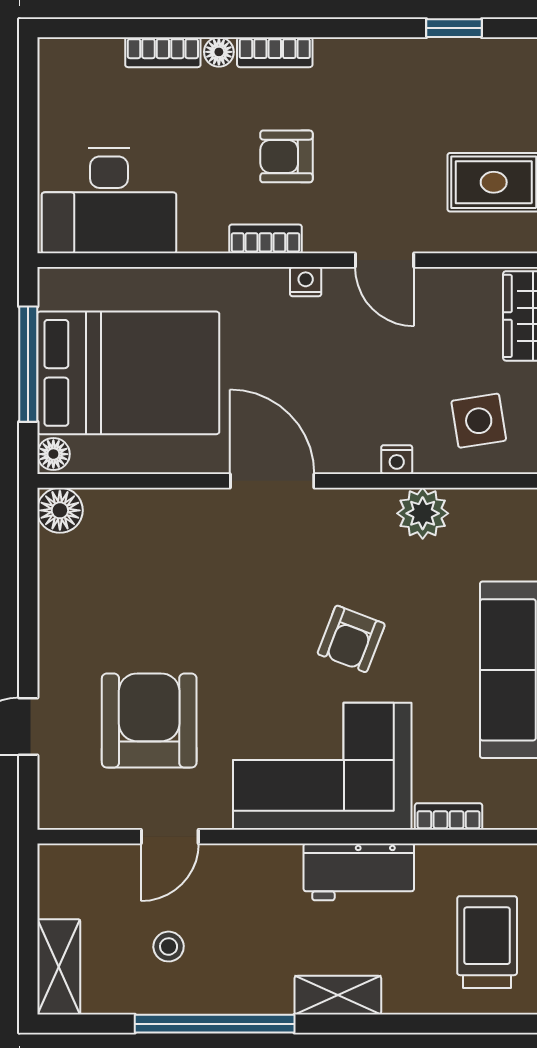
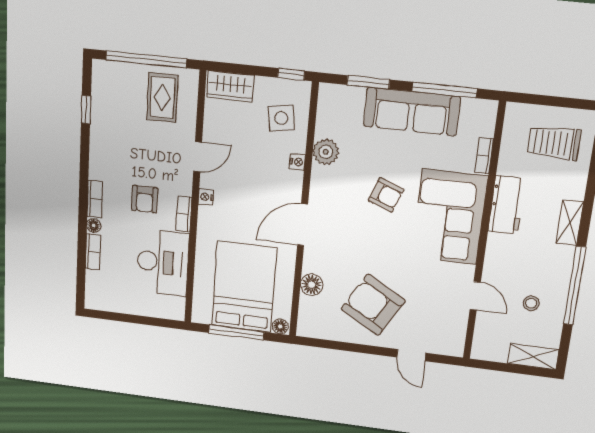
desk: (109, 201) -> (163, 262), moved
floor lamp: (60, 510) -> (312, 285), moved
armchair: (149, 721) -> (373, 305), moved, turned 30

